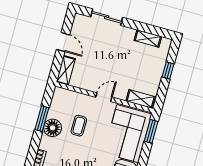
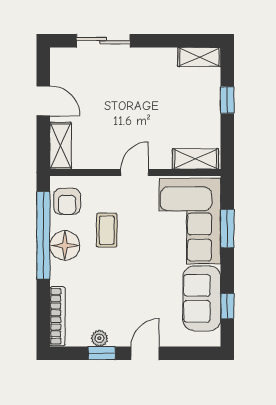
shelving: (148, 38) -> (199, 57), moved
armchair: (61, 103) -> (67, 201), added
window: (42, 119) -> (43, 235), width x2.11
window: (151, 131) -> (227, 229), moved

